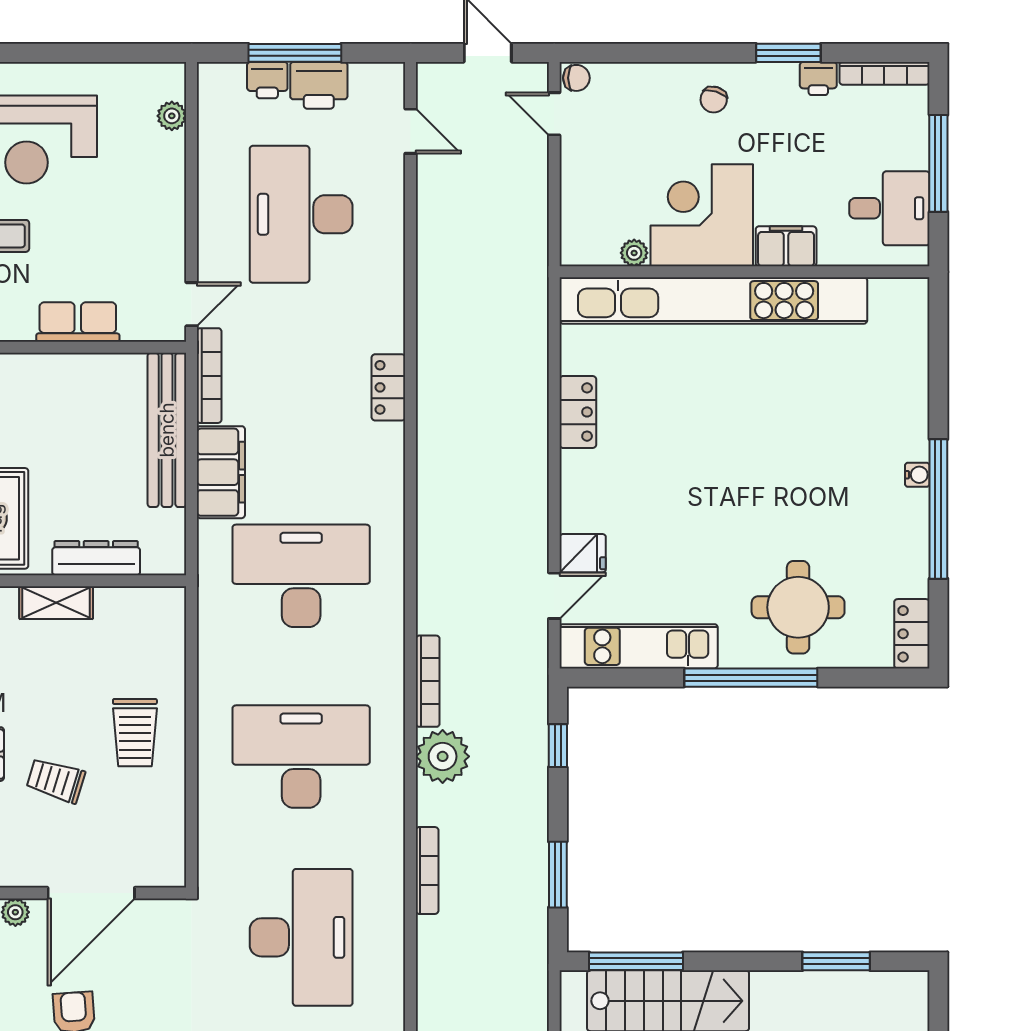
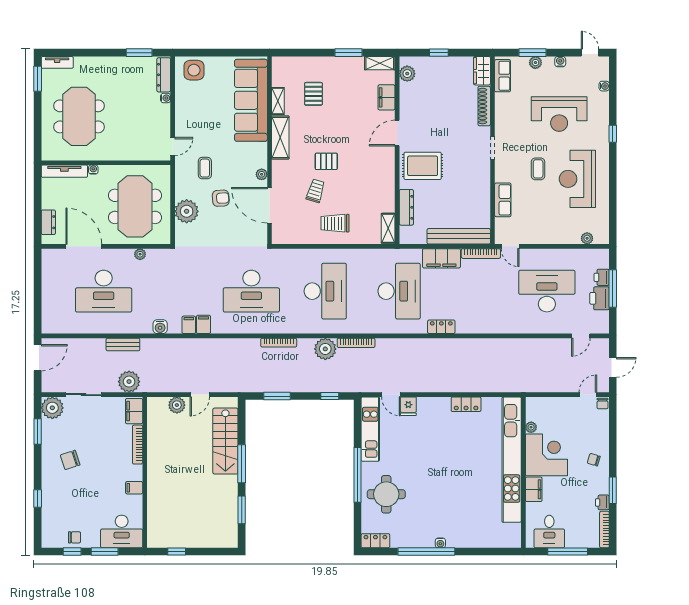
locker: (388, 387) -> (441, 327), moved
shelving: (56, 603) -> (388, 228), moved
window: (636, 961) -> (242, 464), moved

